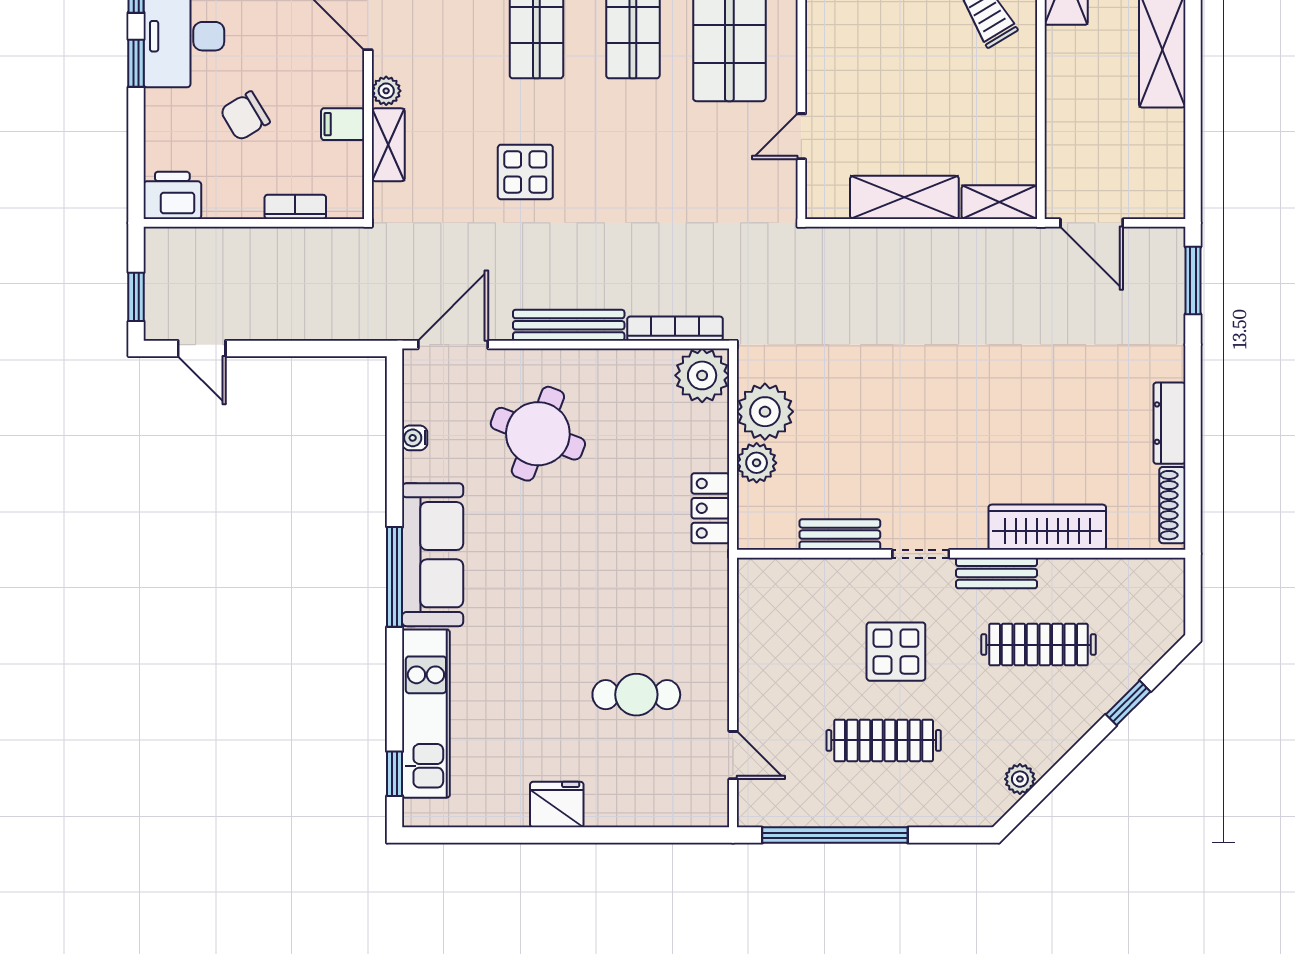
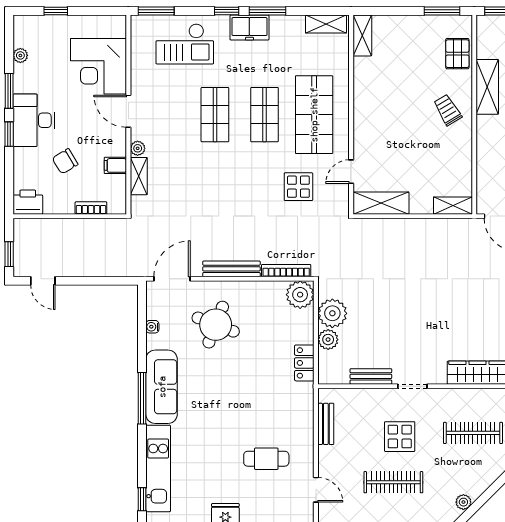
display table: (525, 172) -> (298, 187), moved
shelving: (904, 197) -> (381, 203), moved
bench: (996, 573) -> (326, 424), moved, turned 90

